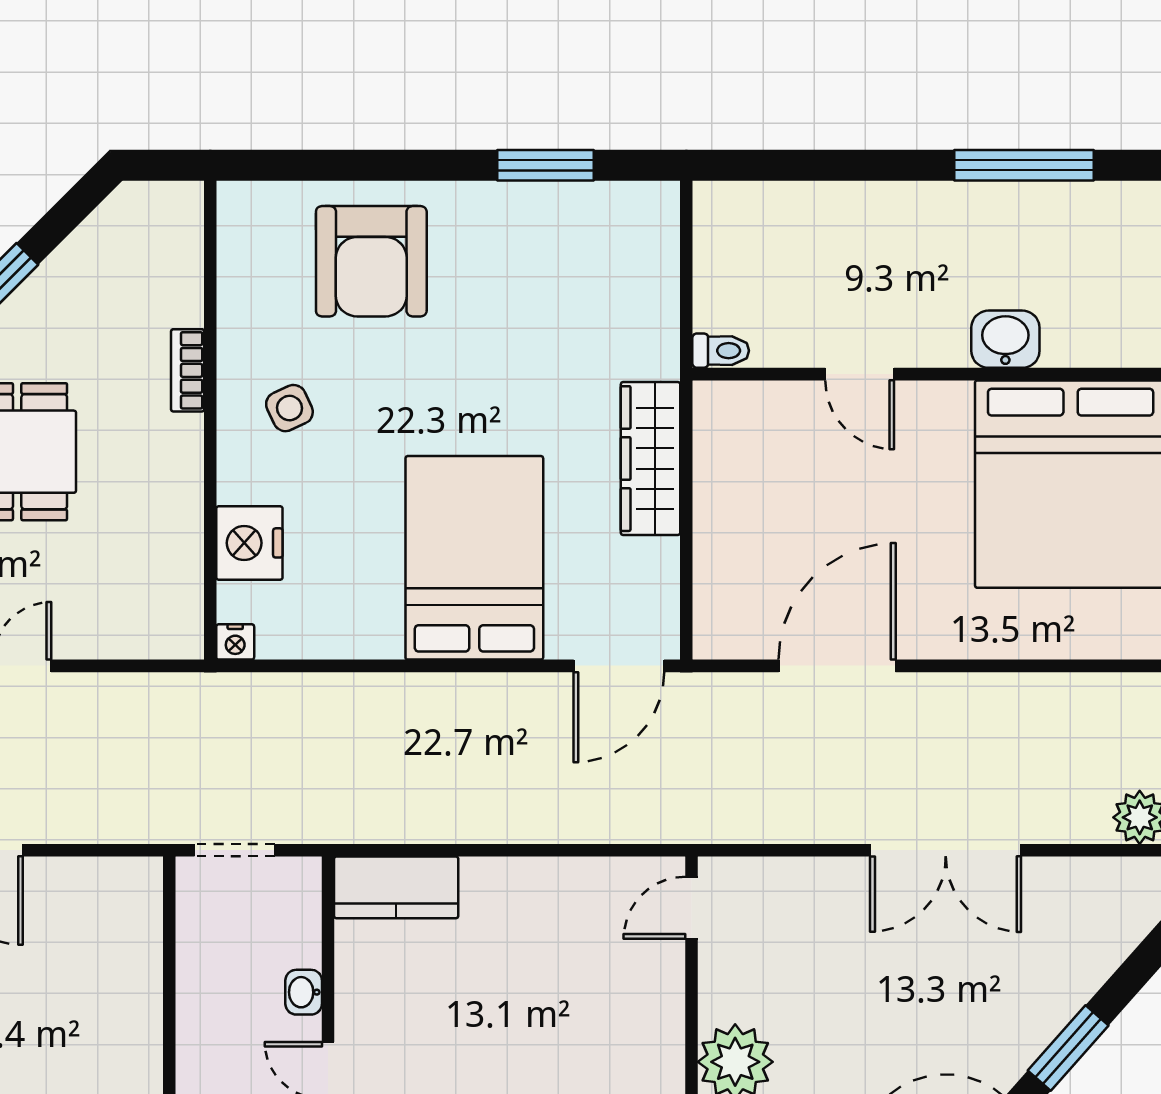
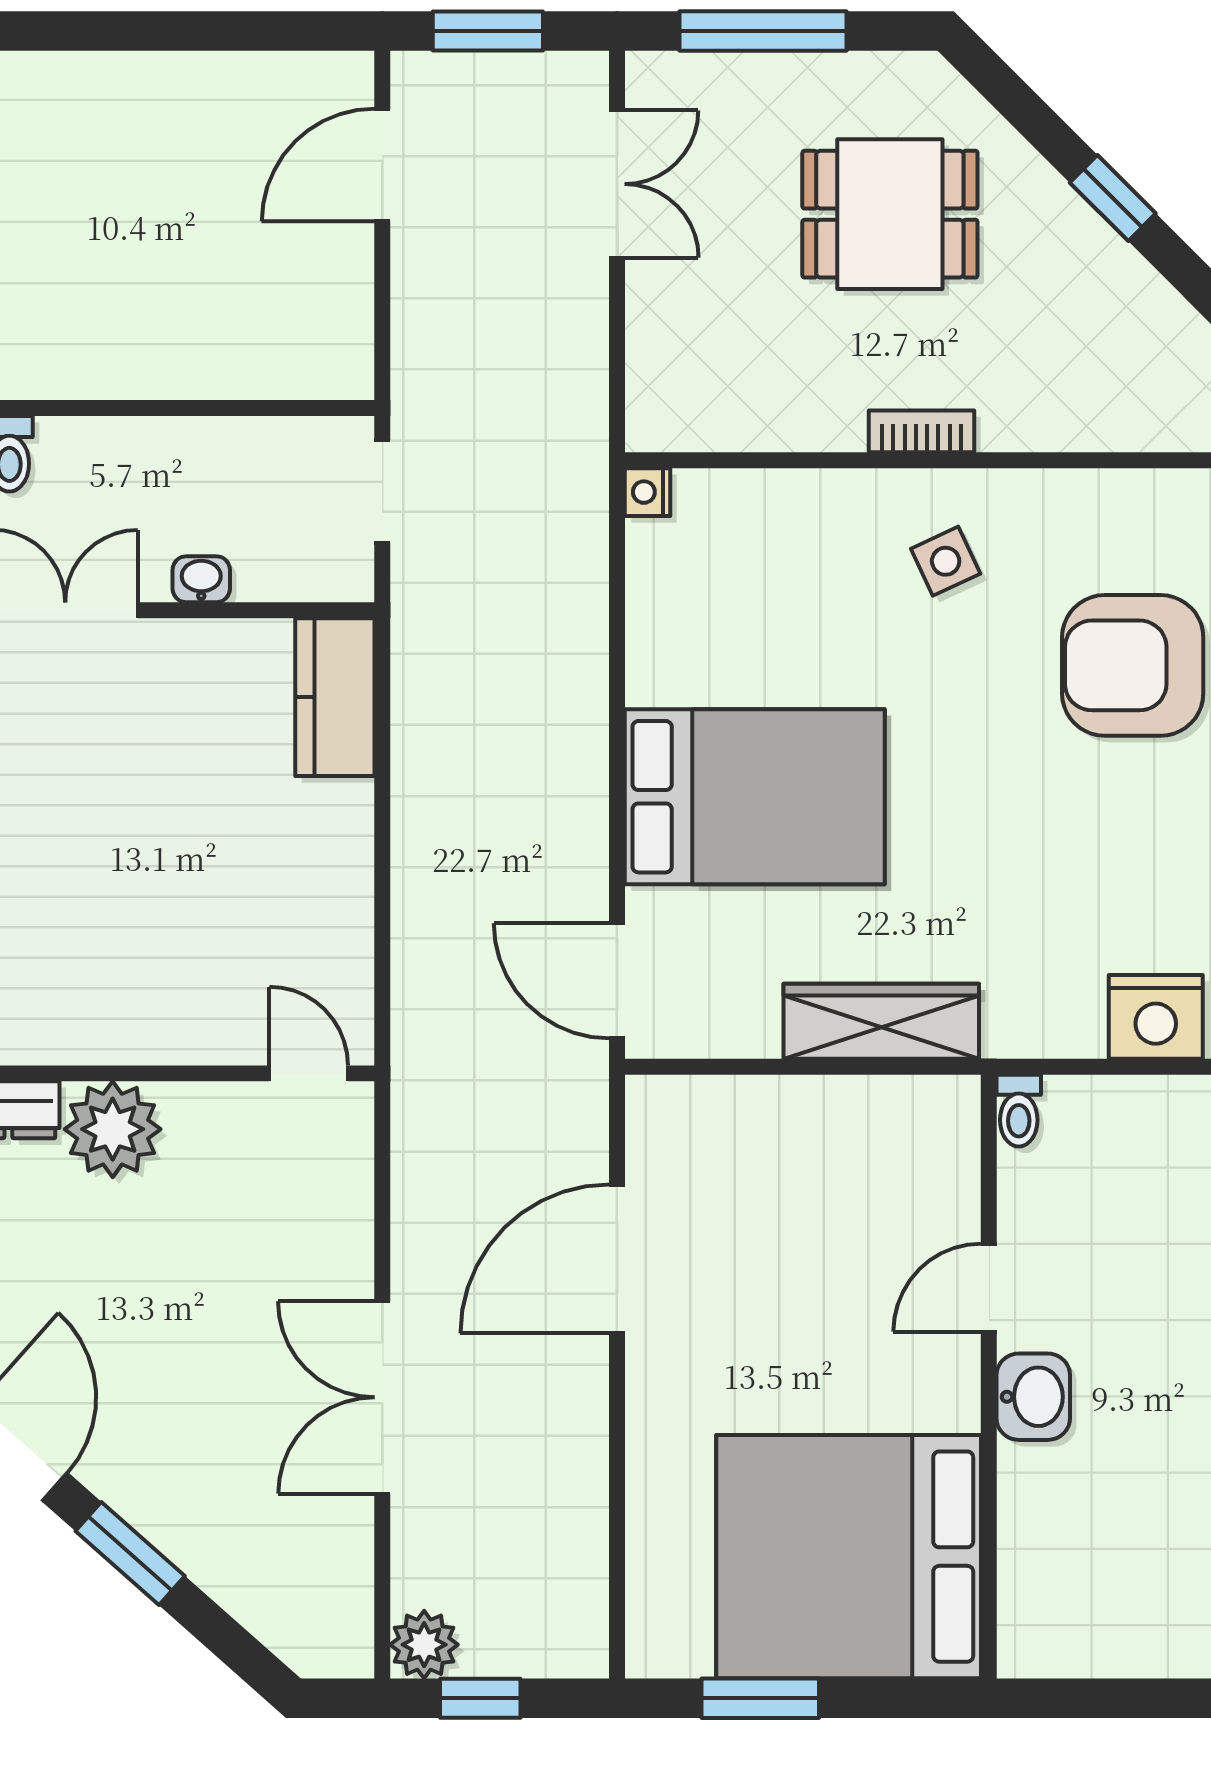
washbasin: (1005, 339) -> (1033, 1397), moved
bookcase: (188, 370) -> (921, 431), moved
nightstand: (249, 543) -> (1156, 1017), moved, turned 180
door: (837, 666) -> (617, 1259), swing flipped

